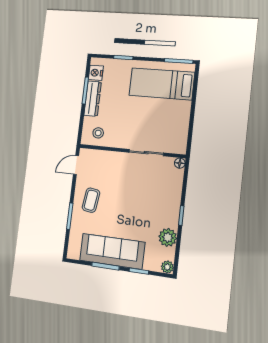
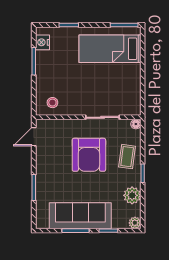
dresser: (93, 99) -> (43, 69), removed
armchair: (128, 189) -> (89, 155), added
coffee table: (91, 200) -> (127, 157), moved

